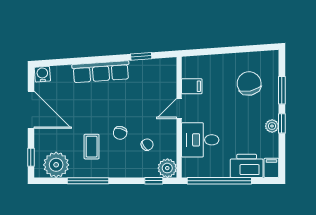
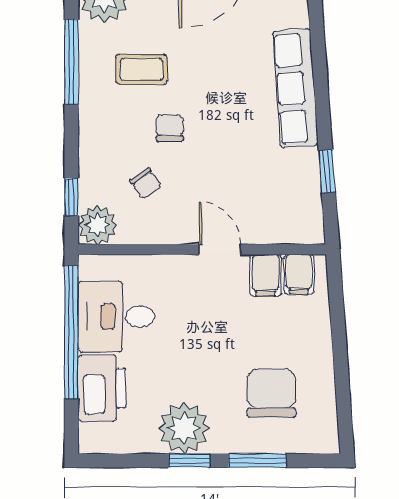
chair: (249, 83) -> (271, 393), turned -78
plant: (272, 126) -> (184, 428), width x1.88, depth x1.88
chair: (120, 133) -> (170, 128), turned 75
desk: (200, 140) -> (116, 317), moved, turned -90
filing cabinet: (271, 168) -> (299, 274), moved, turned 90

